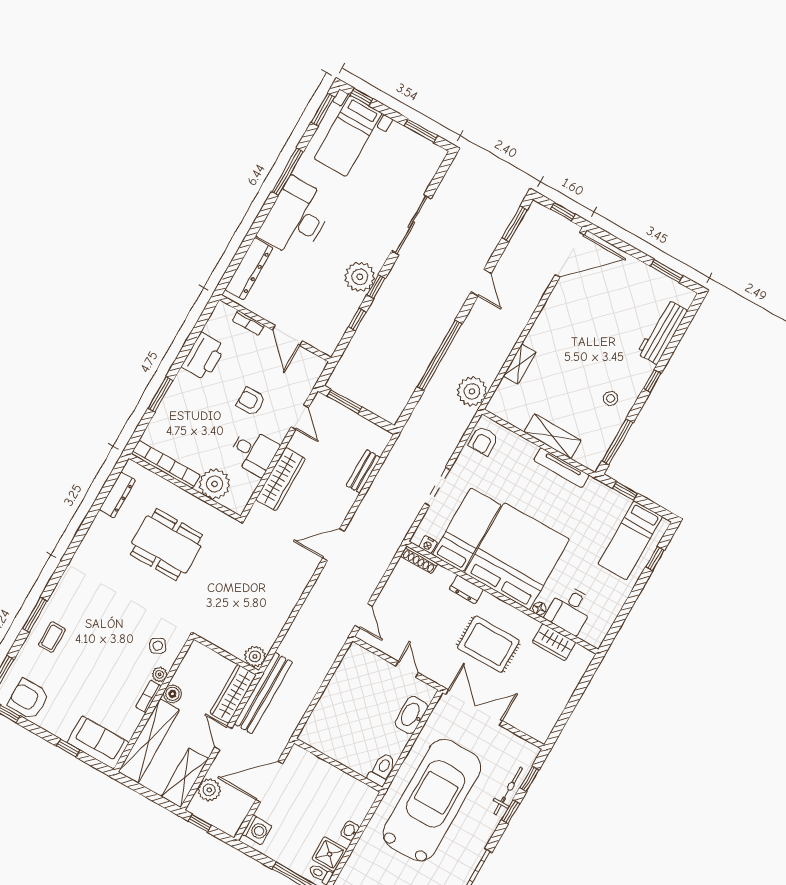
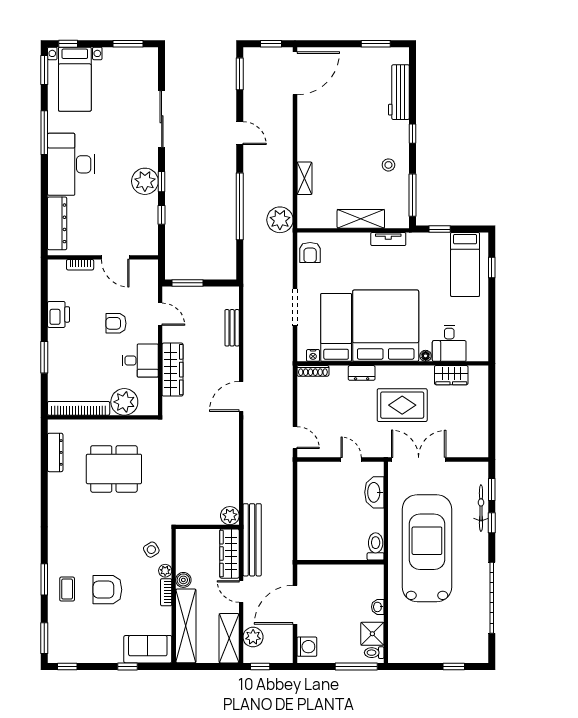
printer: (204, 356) -> (58, 314), width x0.73, depth x0.84
tv unit: (561, 468) -> (388, 239), width x0.71
armchair: (29, 699) -> (107, 590), moved

